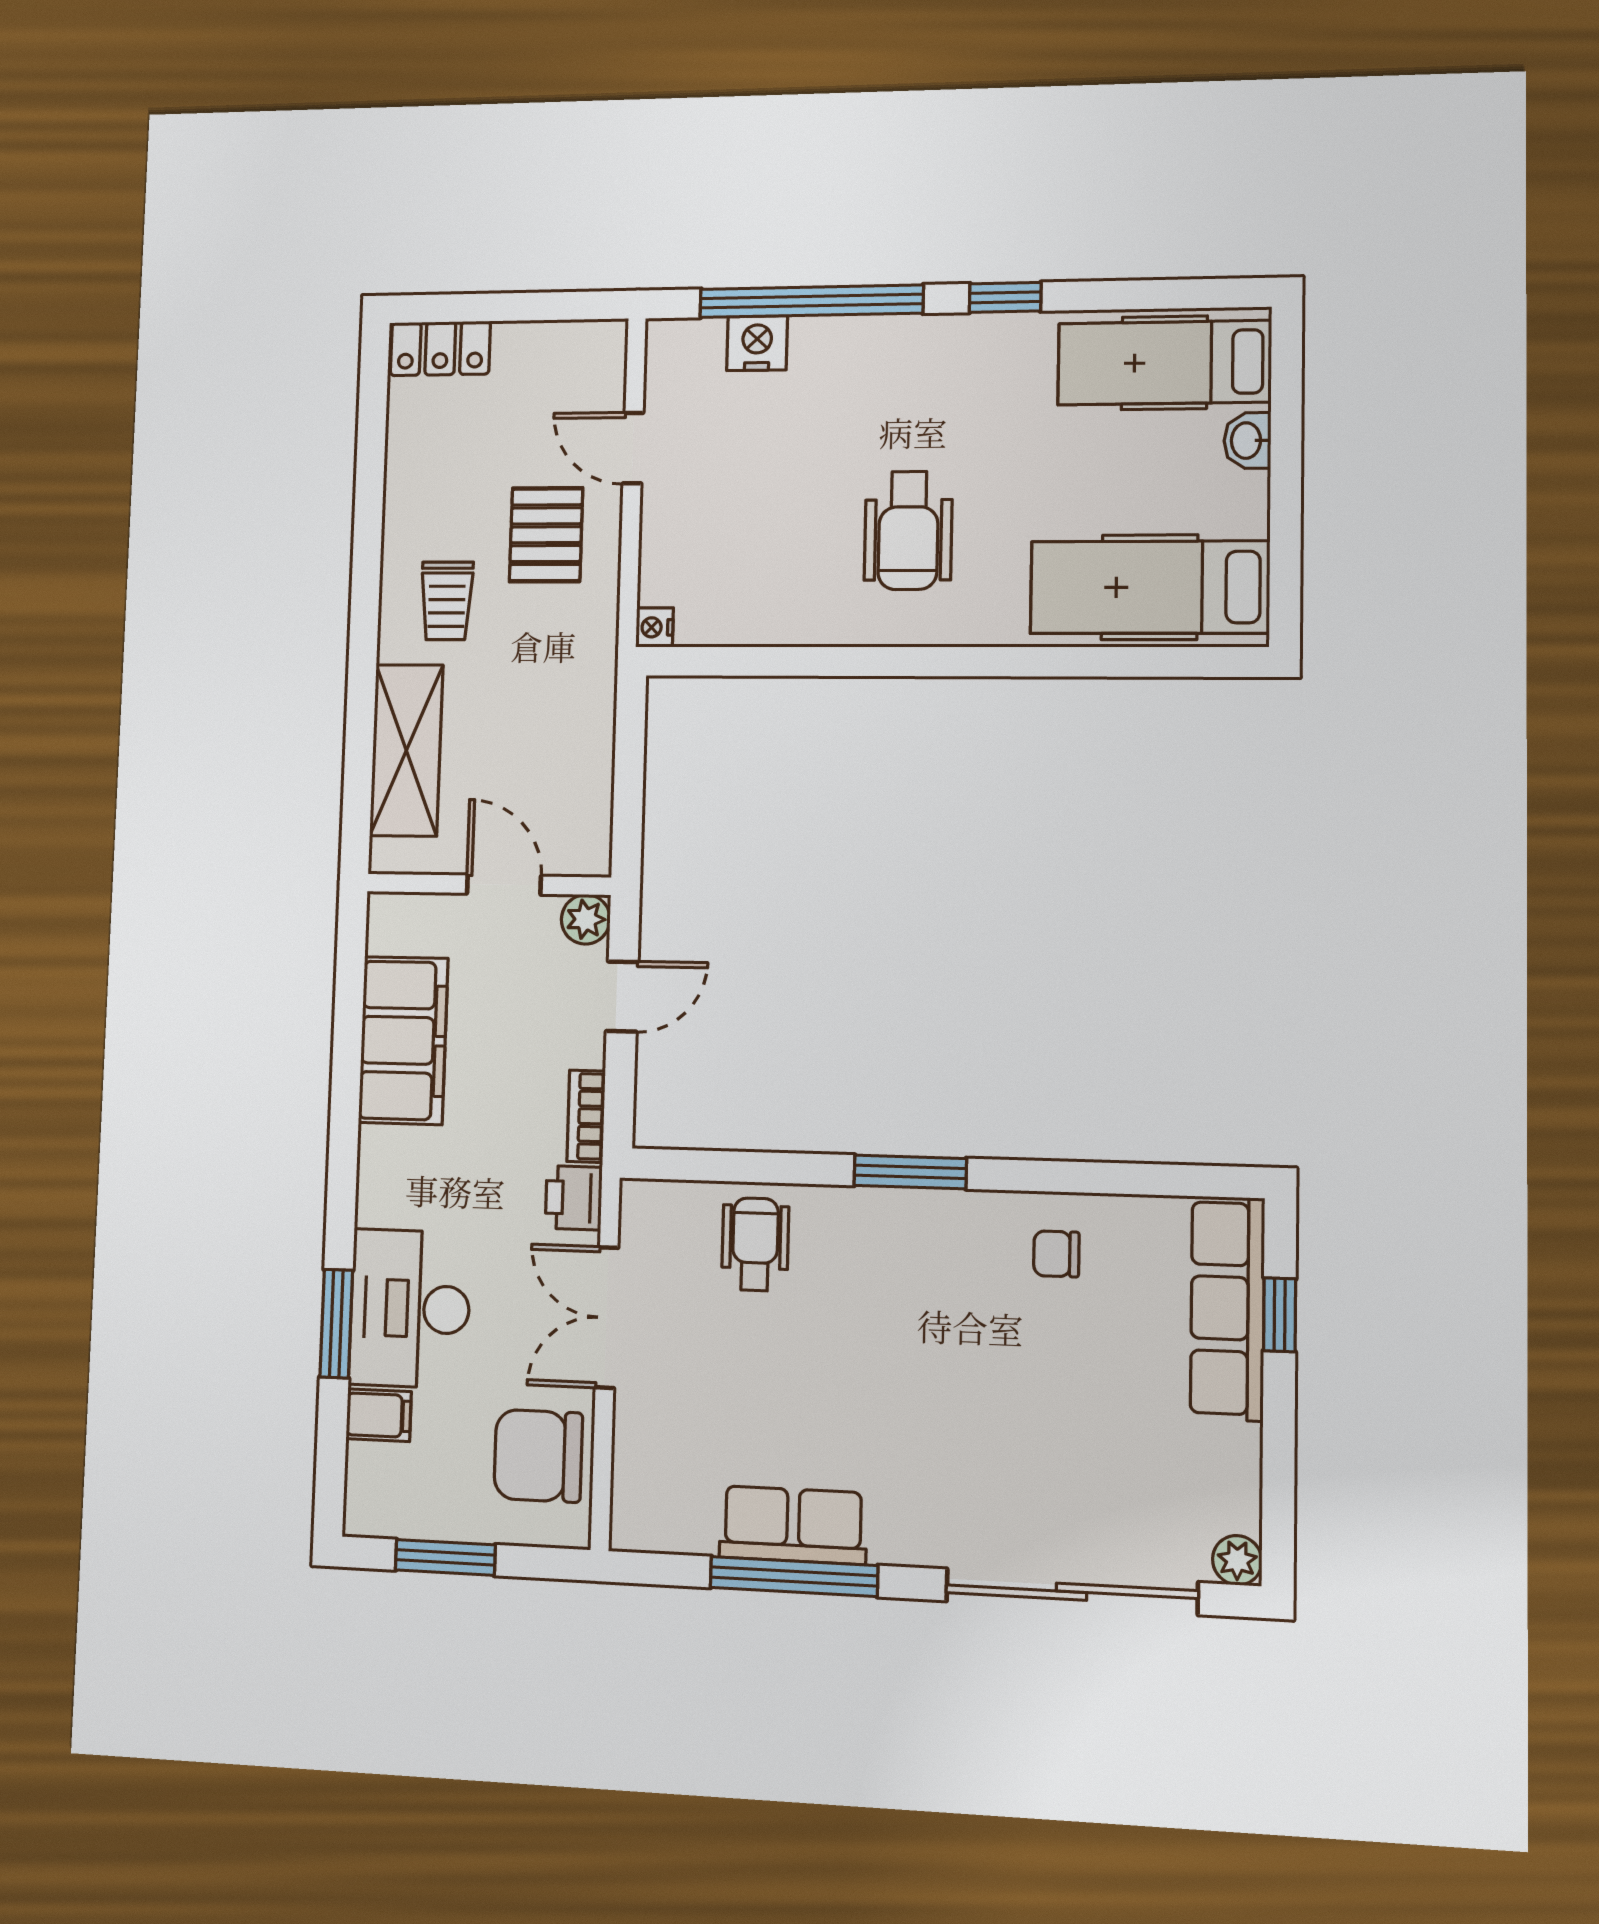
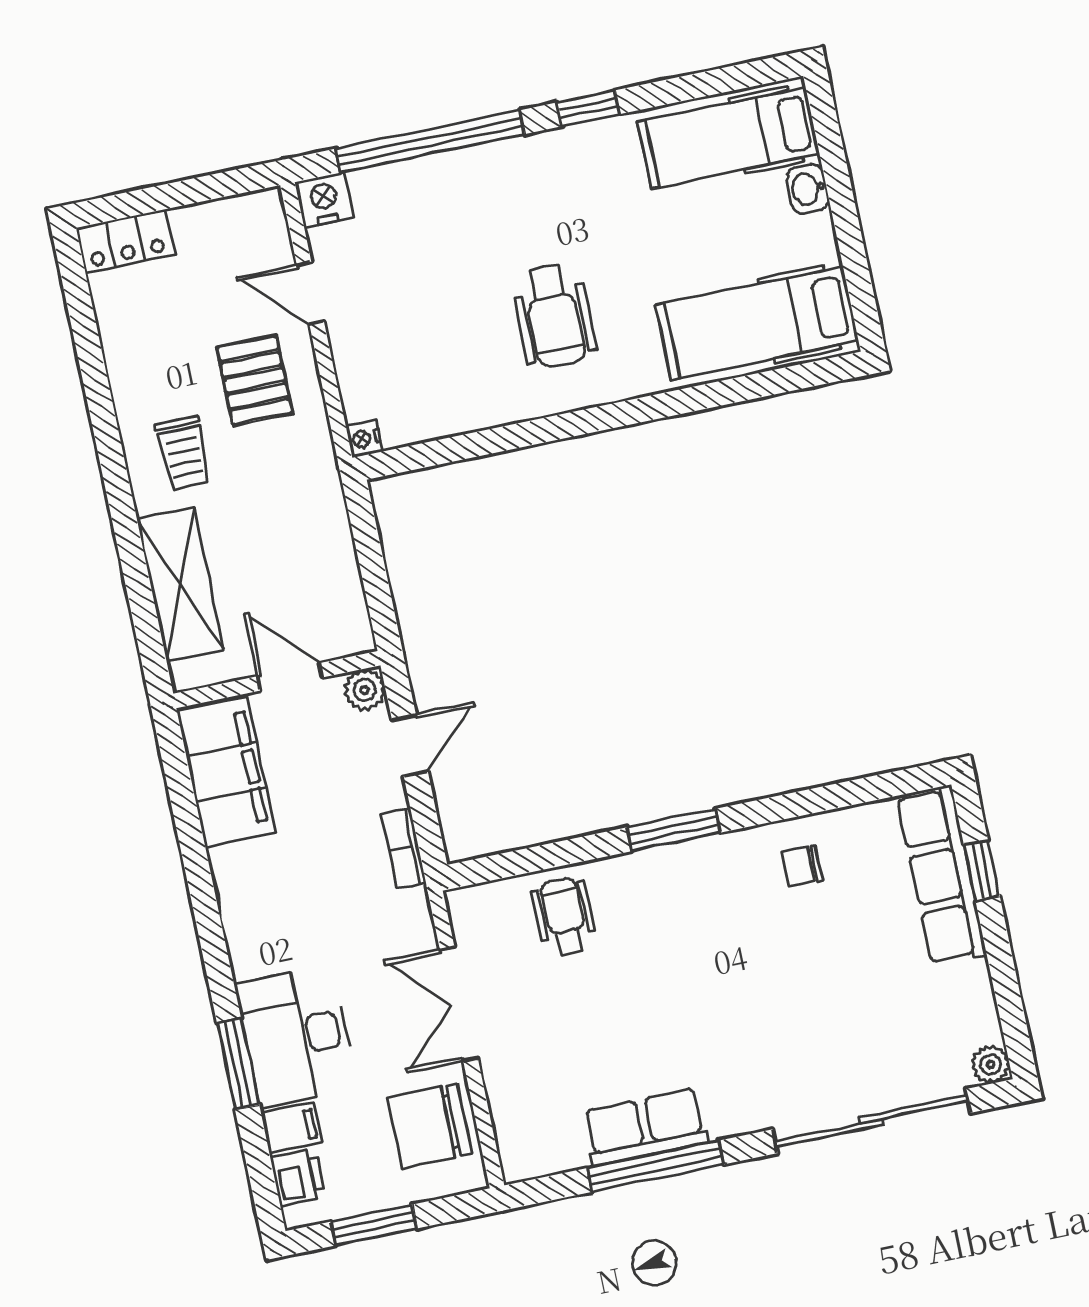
nightstand: (757, 343) -> (324, 200), moved
filing cabinet: (403, 1040) -> (226, 772), moved
printer: (574, 1198) -> (298, 1177), moved, turned 180

